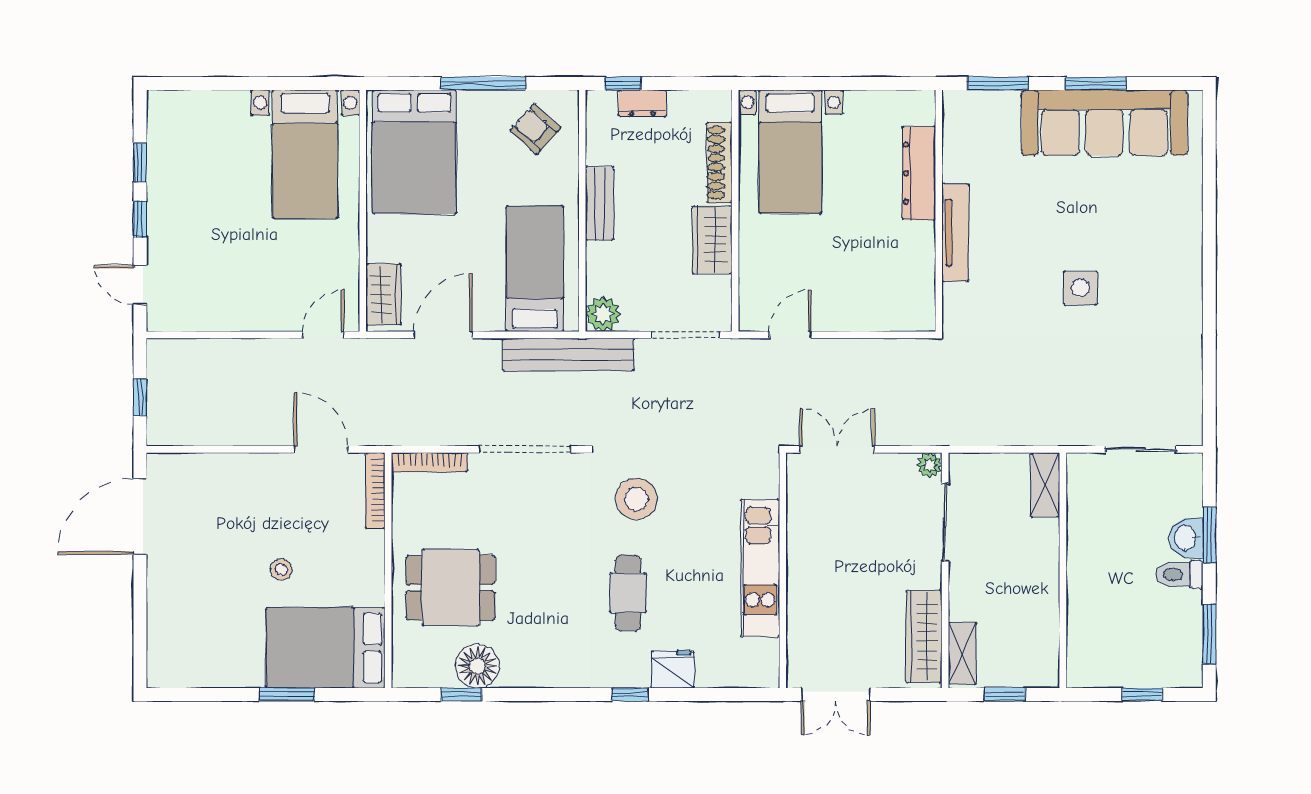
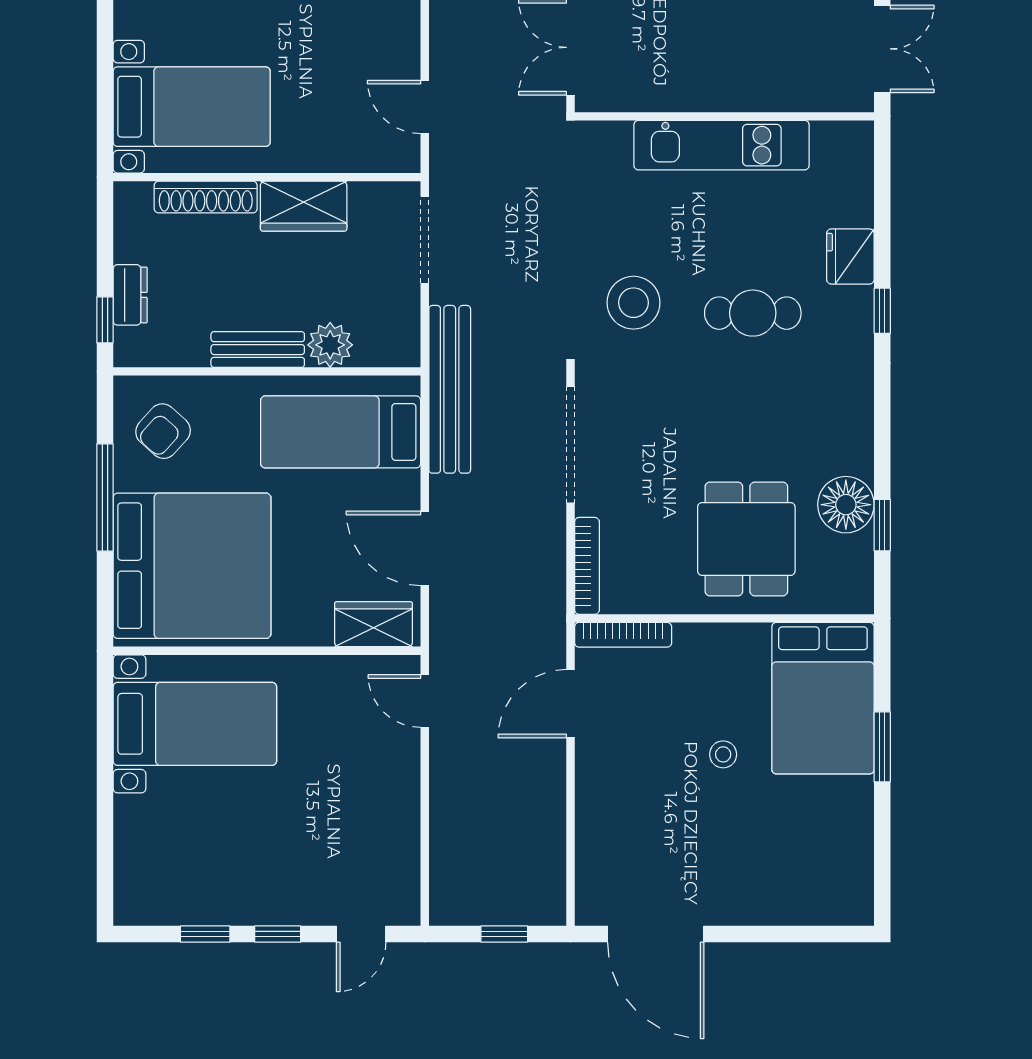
bed: (414, 152) -> (192, 566), width x1.36
plant: (603, 314) -> (330, 345), moved

